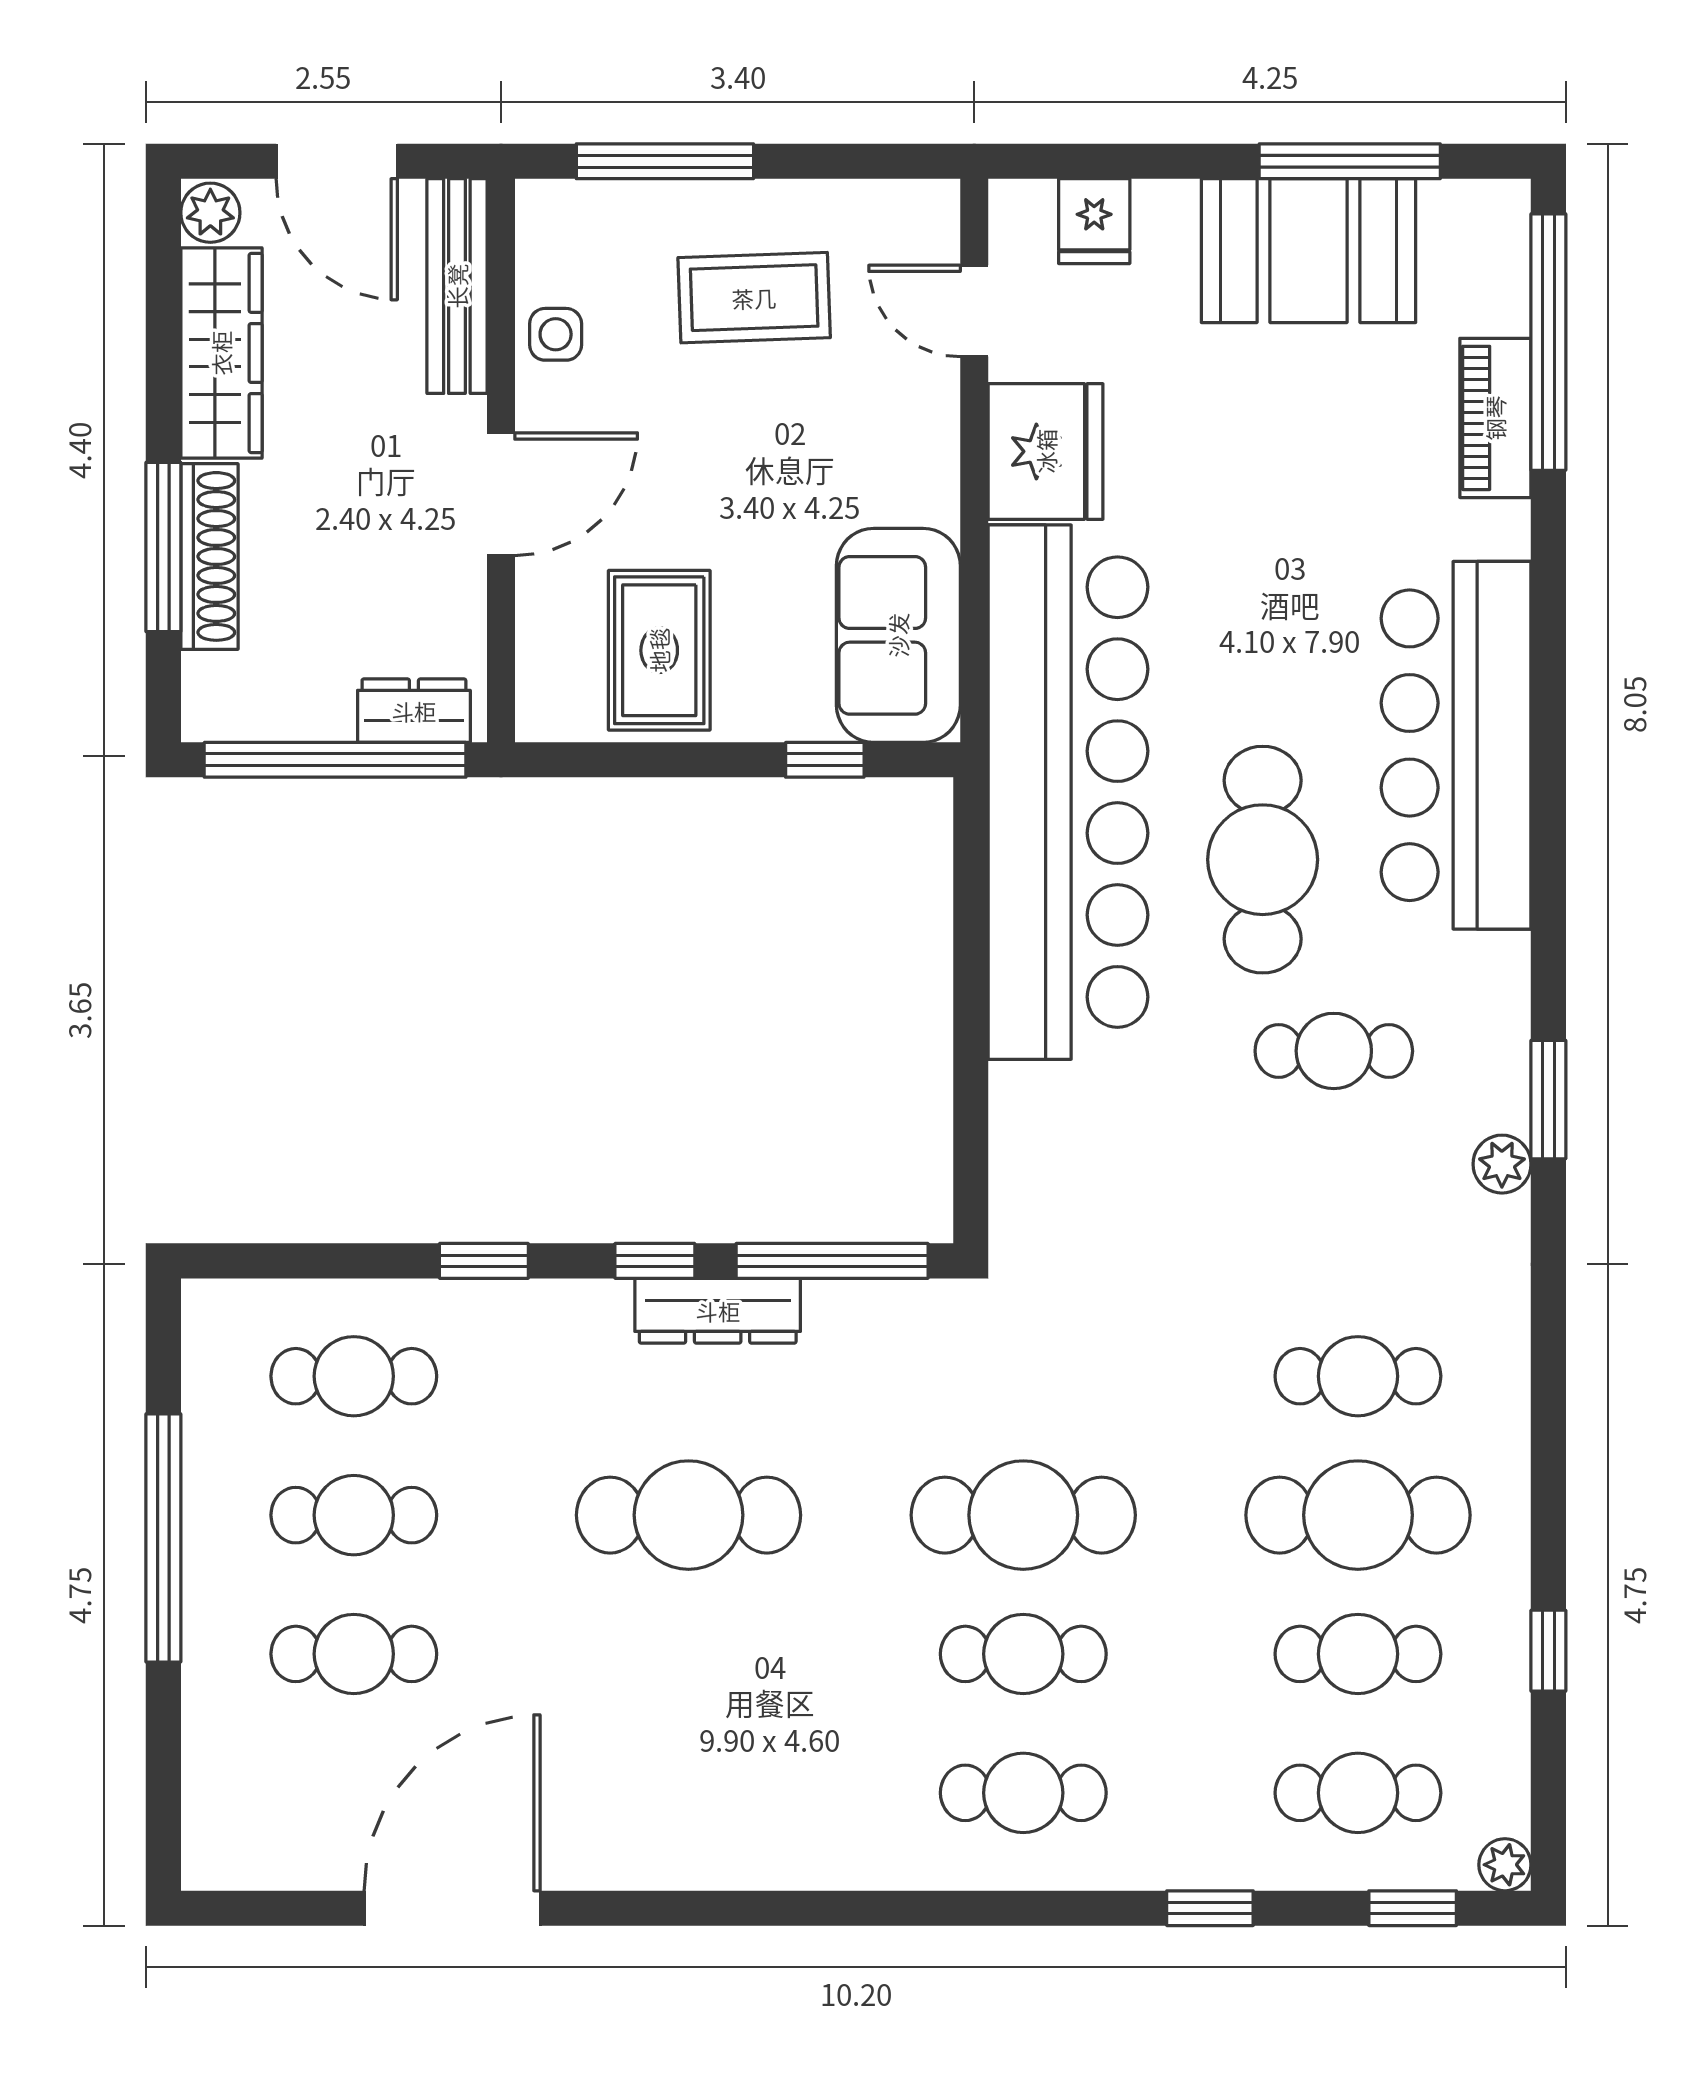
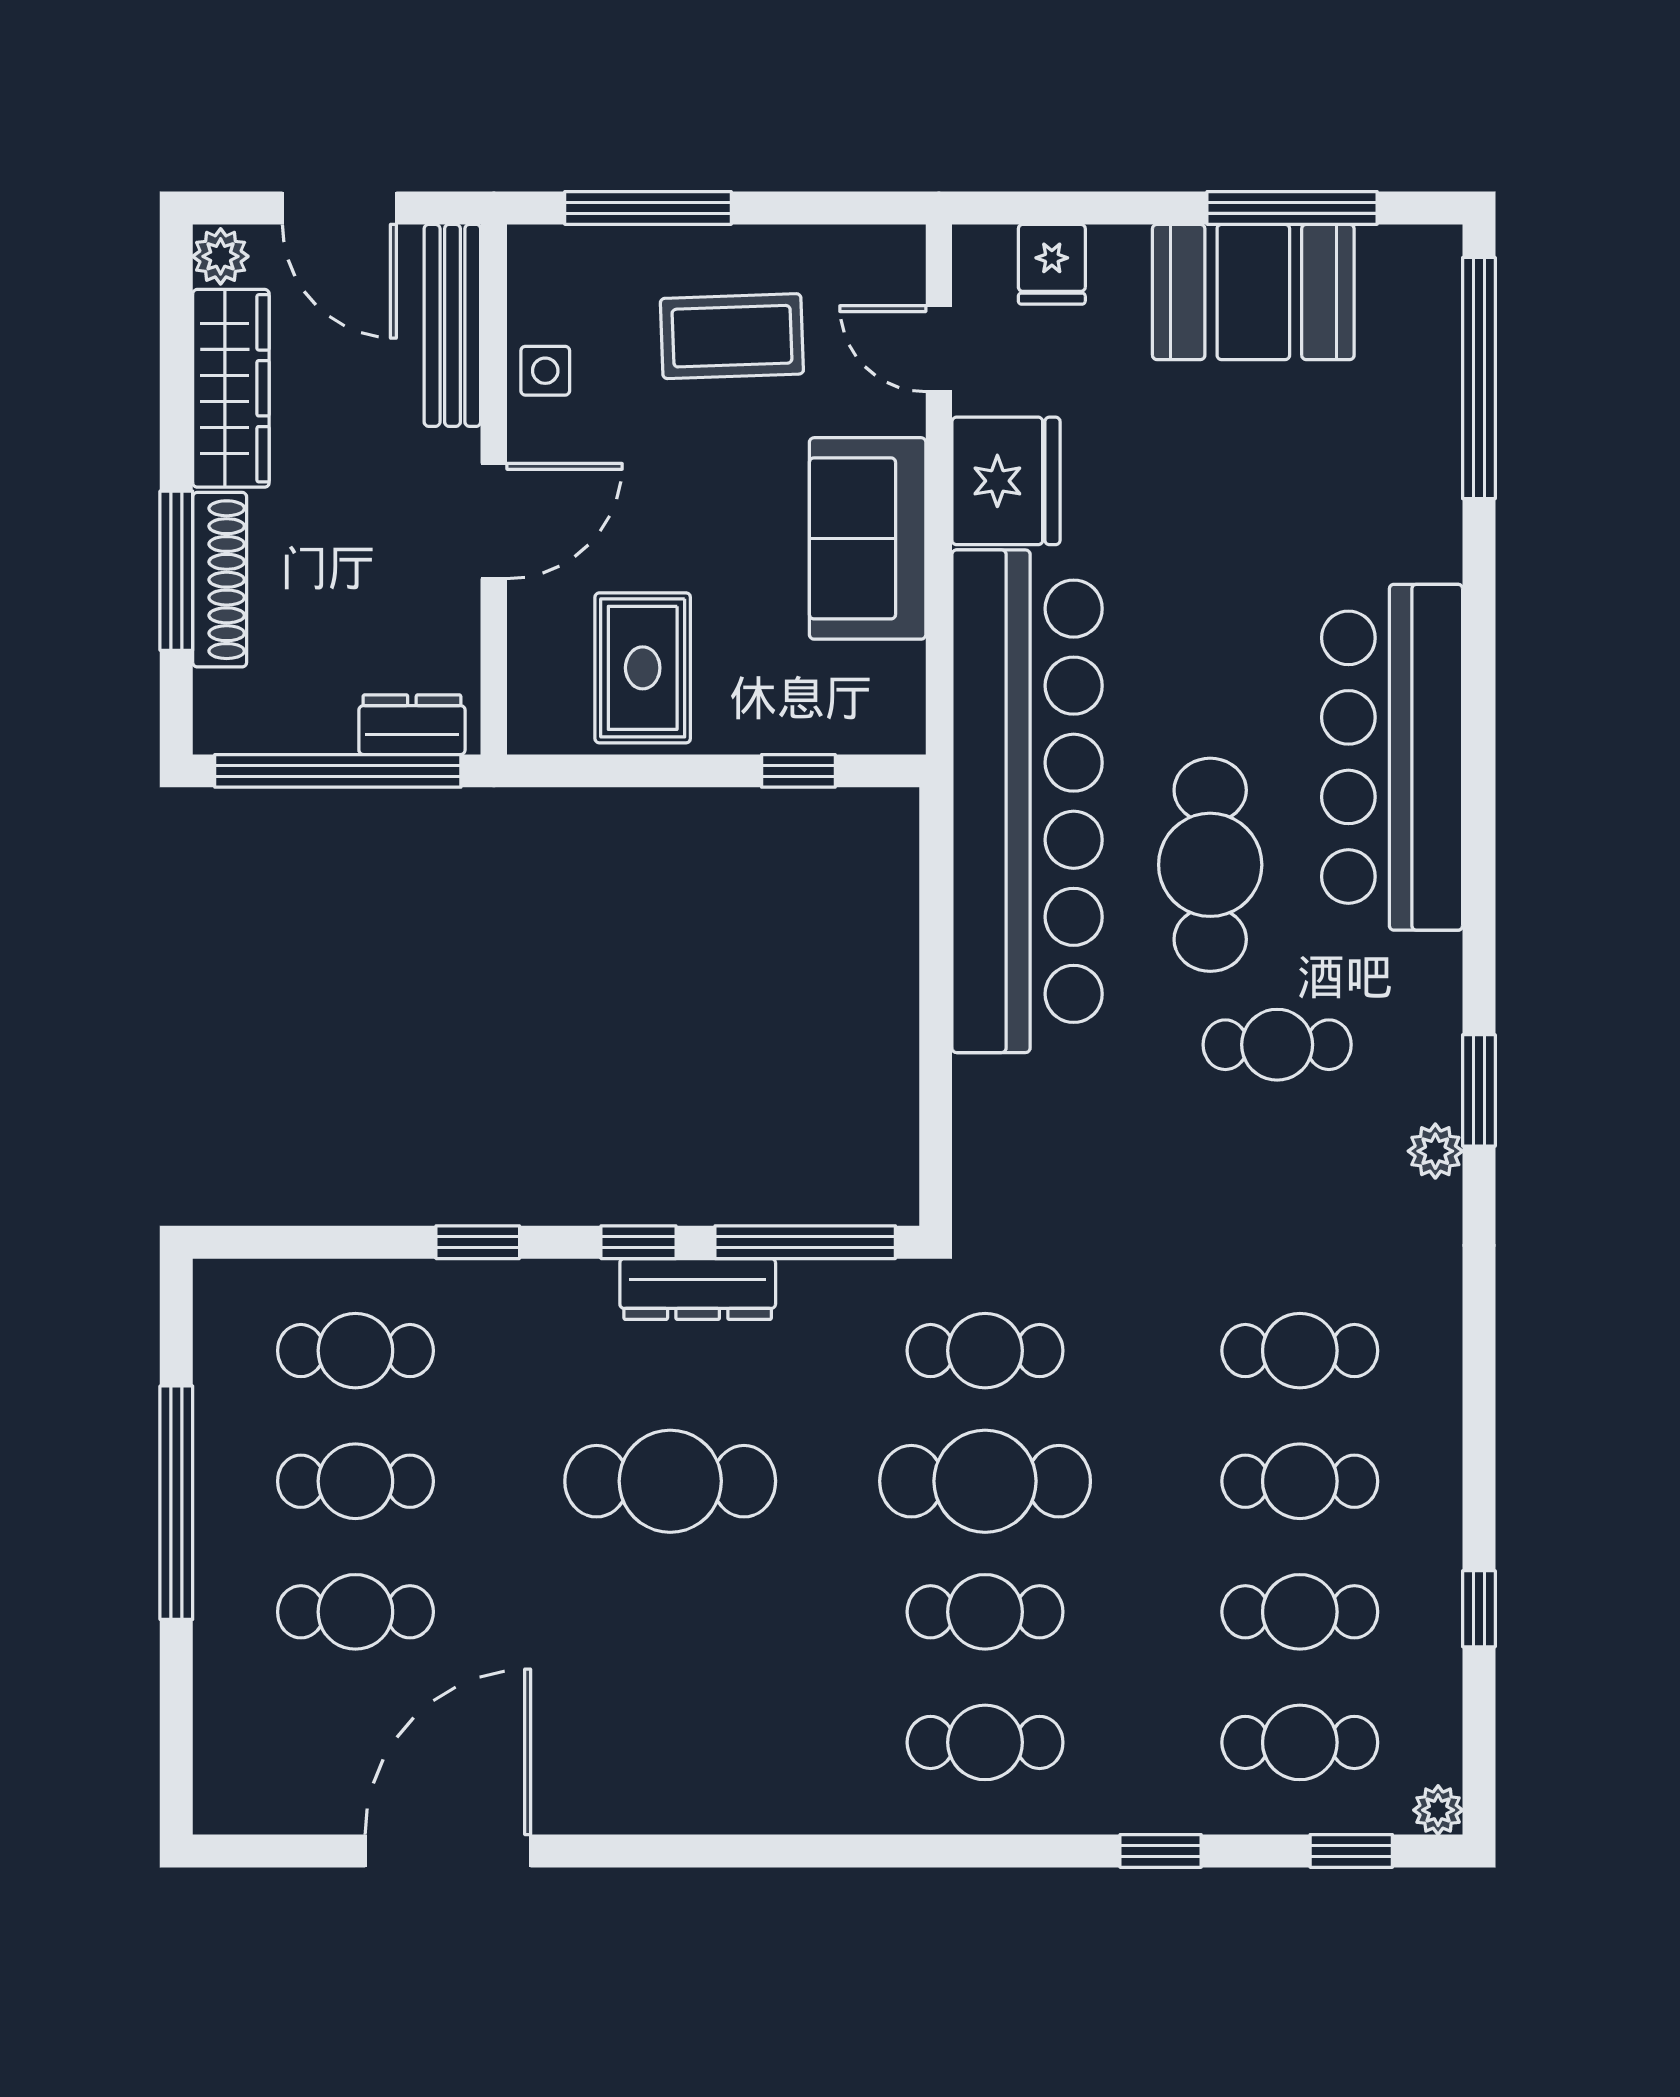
piano: (1495, 418) -> (1429, 449), removed
sofa: (898, 635) -> (868, 538), moved
cafe table: (1023, 1376) -> (985, 1351), added
cafe table: (1358, 1515) -> (1300, 1481), width x0.73, depth x0.74

